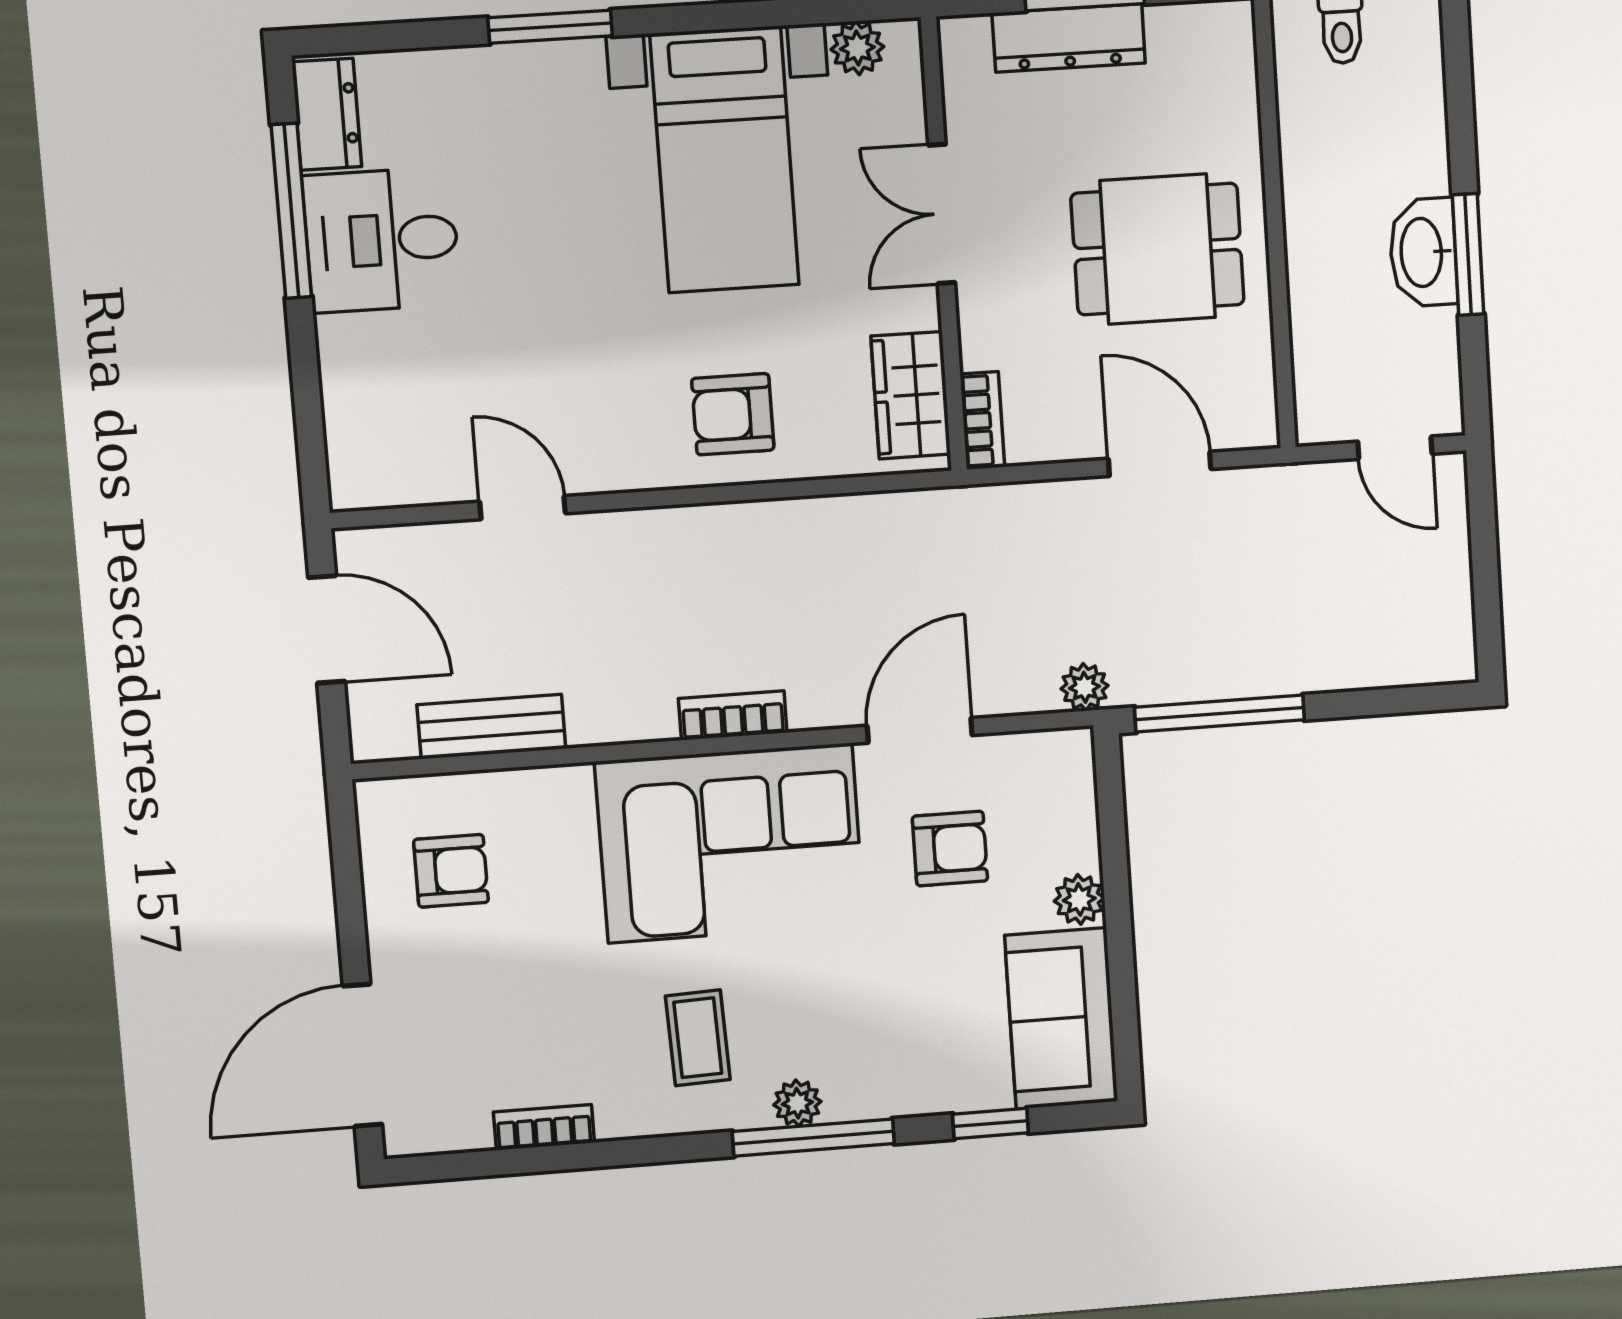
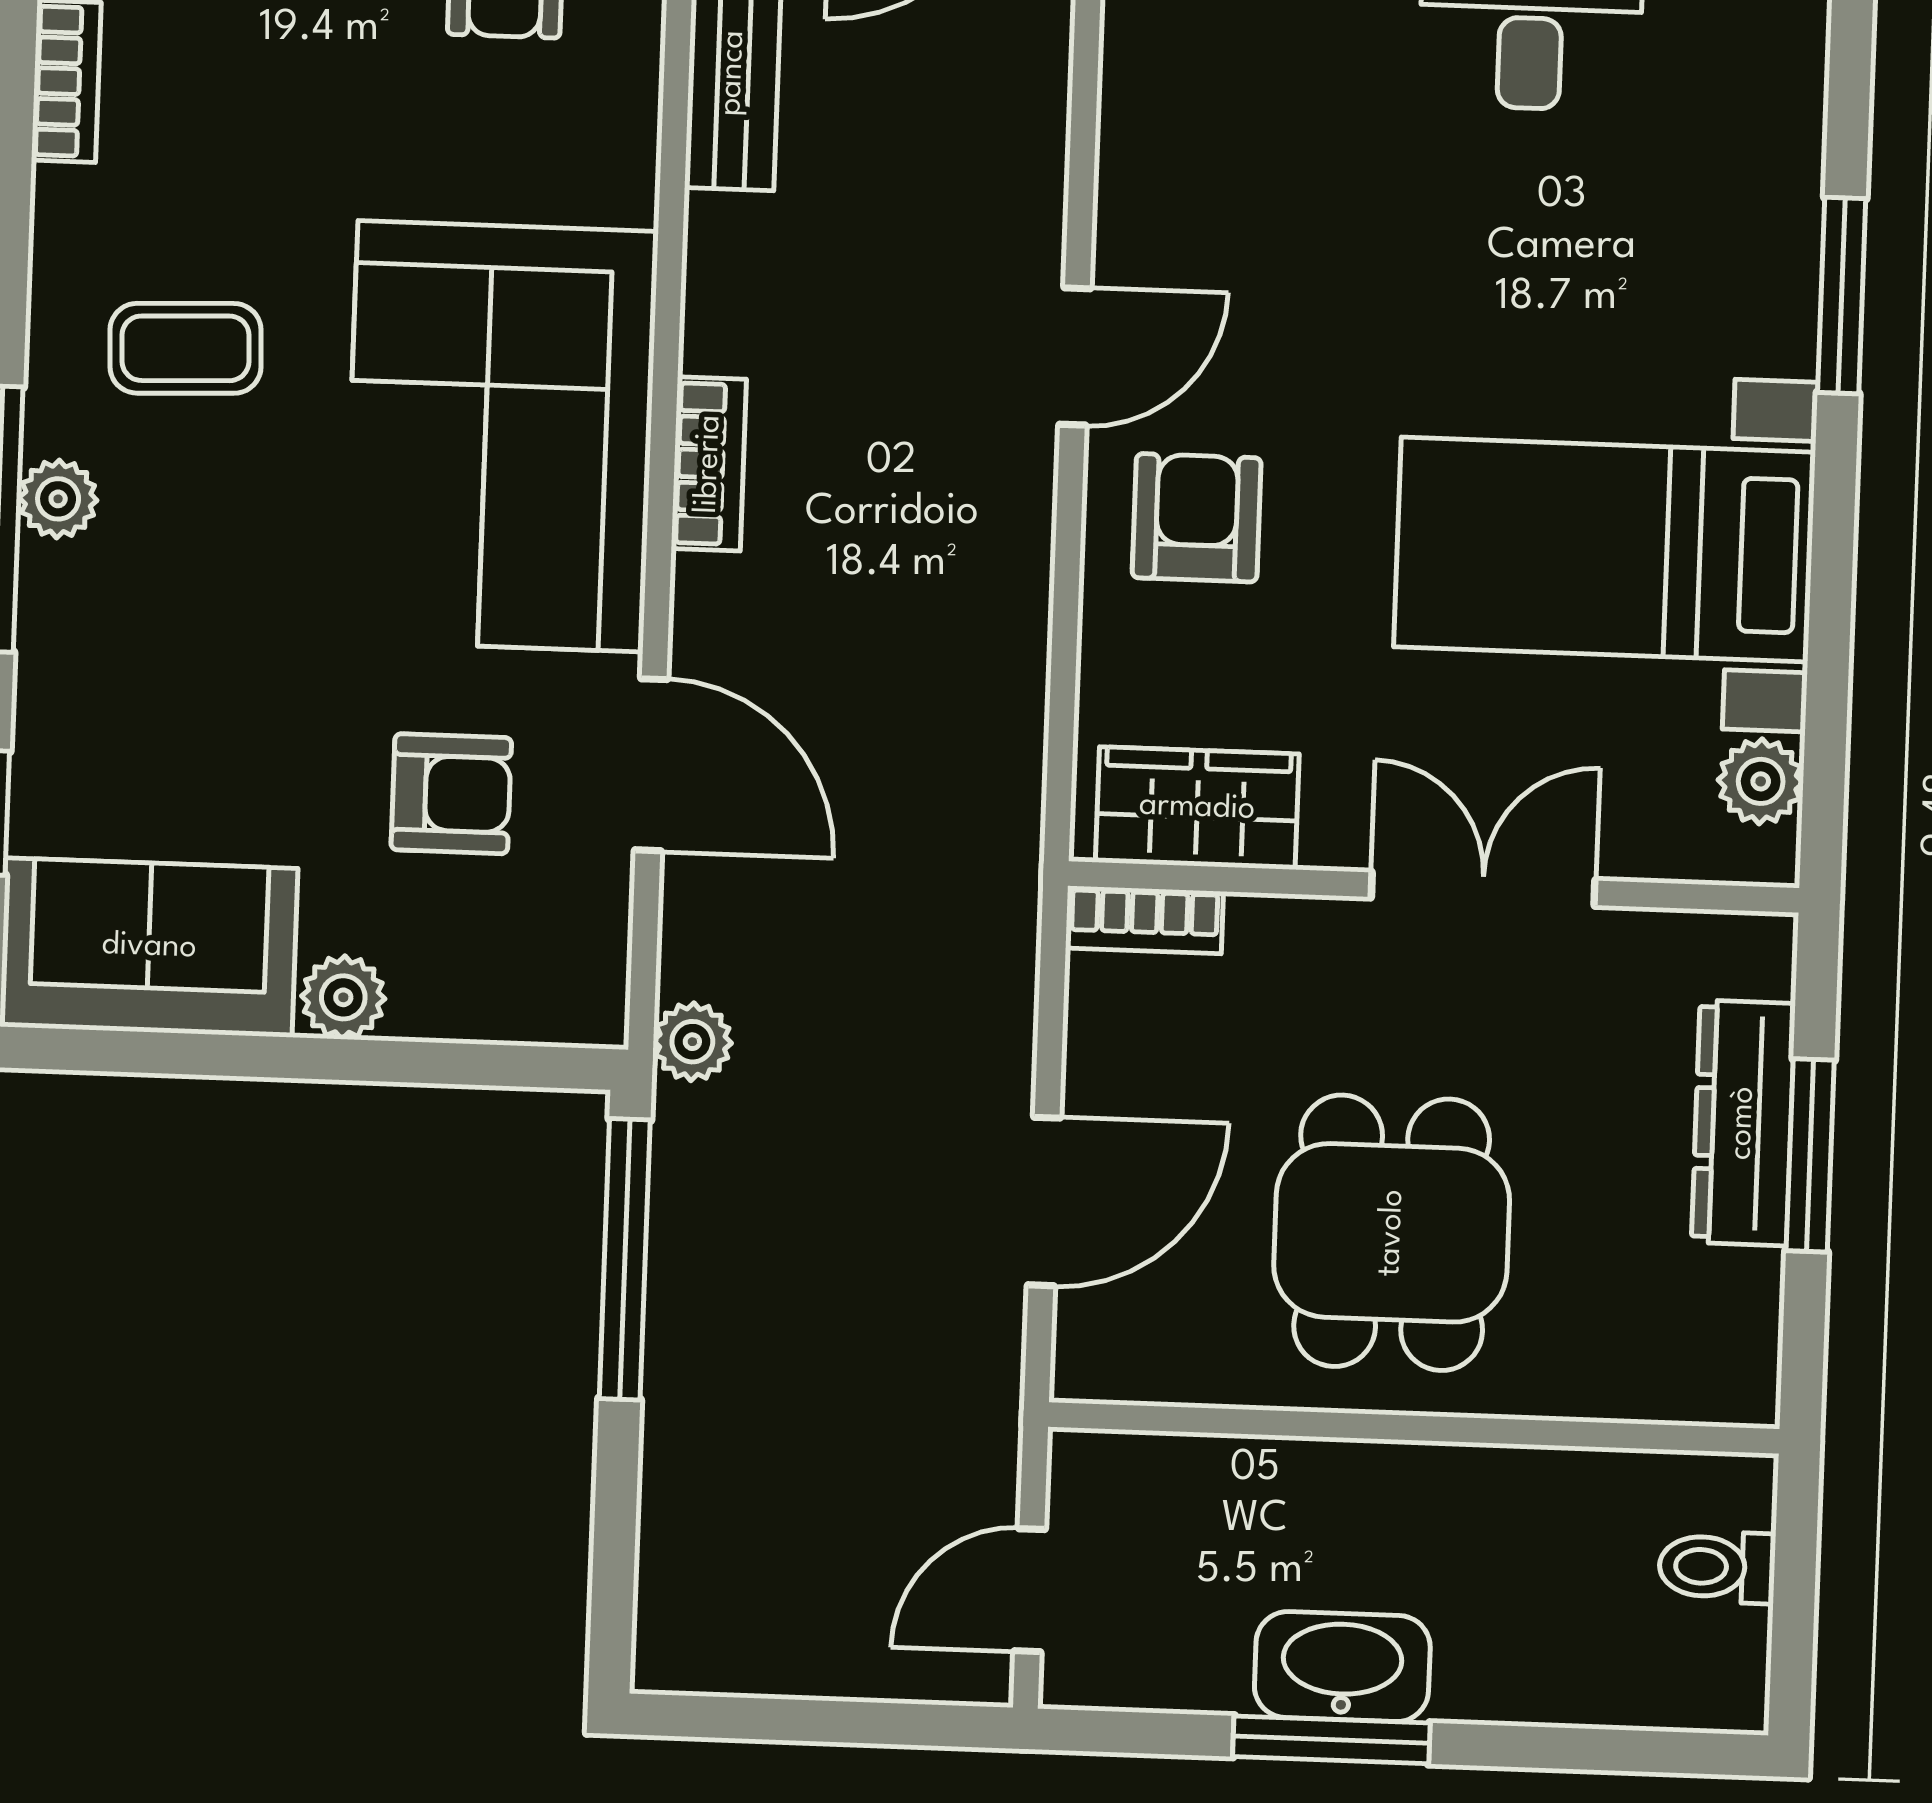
door: (523, 508) -> (1075, 356), moved
armchair: (950, 849) -> (451, 794), turned -90

